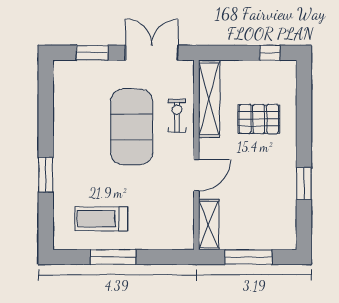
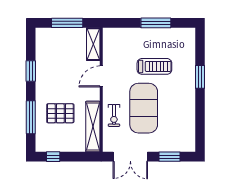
window: (304, 113) -> (31, 117), added
treadmill: (101, 219) -> (154, 66), moved

